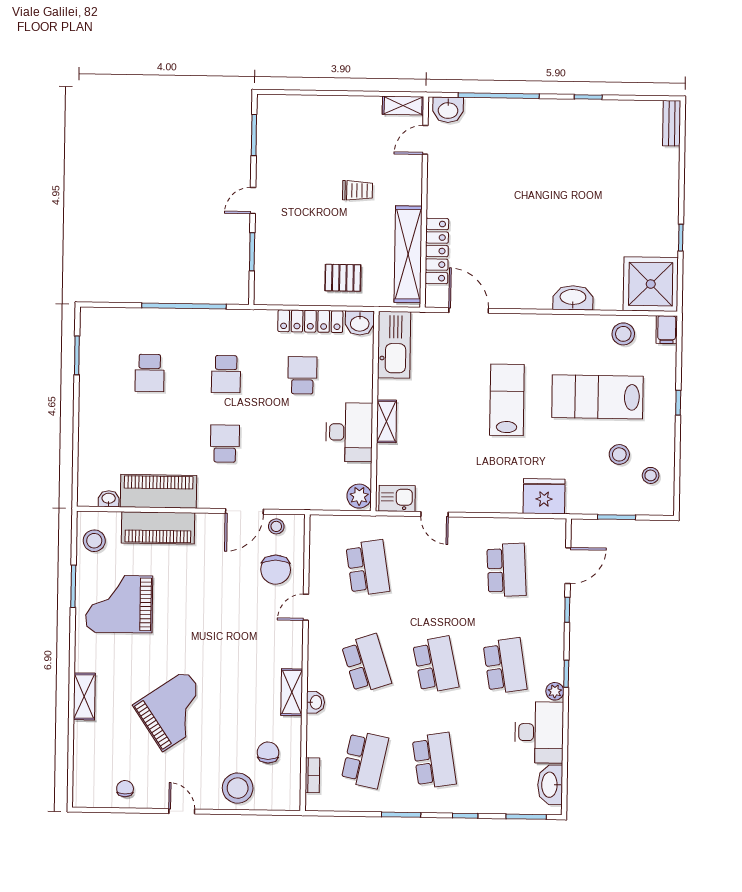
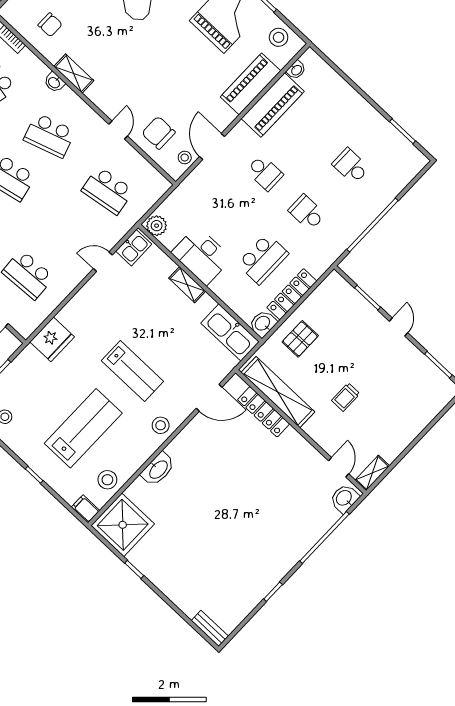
school desk: (302, 375) -> (263, 259), width x1.85
stool: (619, 454) -> (161, 425), moved

